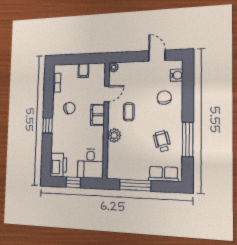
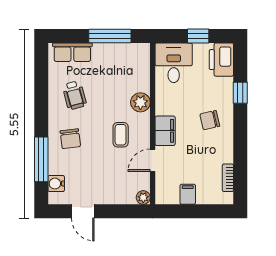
chair: (164, 98) -> (70, 139), moved
chair: (69, 108) -> (210, 120), moved
window: (48, 125) -> (240, 93), moved
window: (188, 139) -> (41, 159), moved

